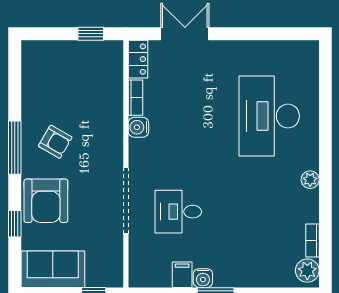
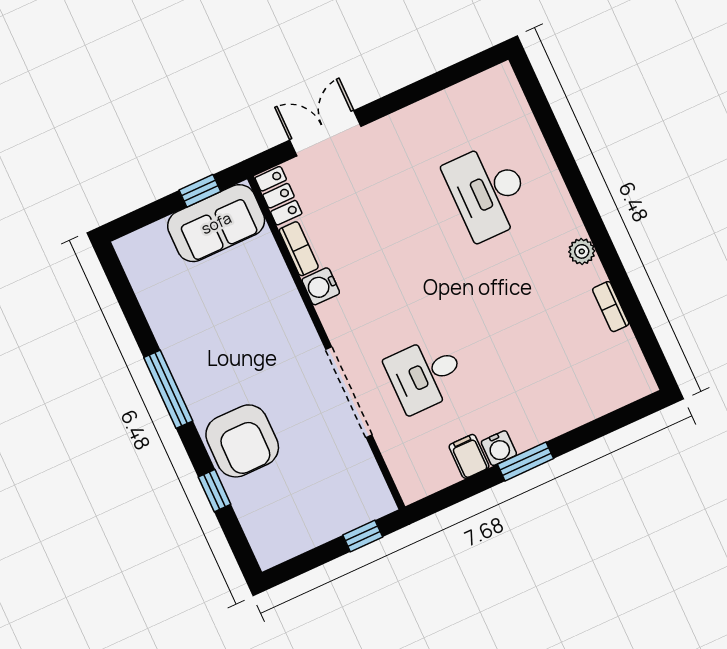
desk: (269, 116) -> (488, 192), width x0.73, depth x0.77
armchair: (55, 142) -> (219, 357), removed
bookcase: (312, 241) -> (611, 307), moved
sofa: (53, 269) -> (216, 223), moved, turned 180
plant: (307, 271) -> (634, 374), removed

